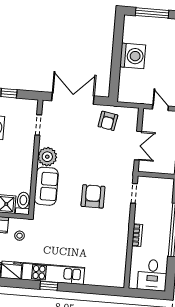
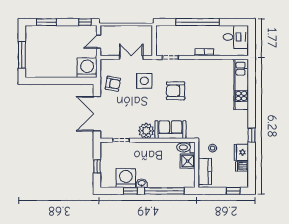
washing machine: (133, 56) -> (87, 68), moved
side table: (108, 159) -> (144, 81), added
kitchen unit: (53, 273) -> (241, 84), moved
window: (49, 286) -> (252, 135), moved

